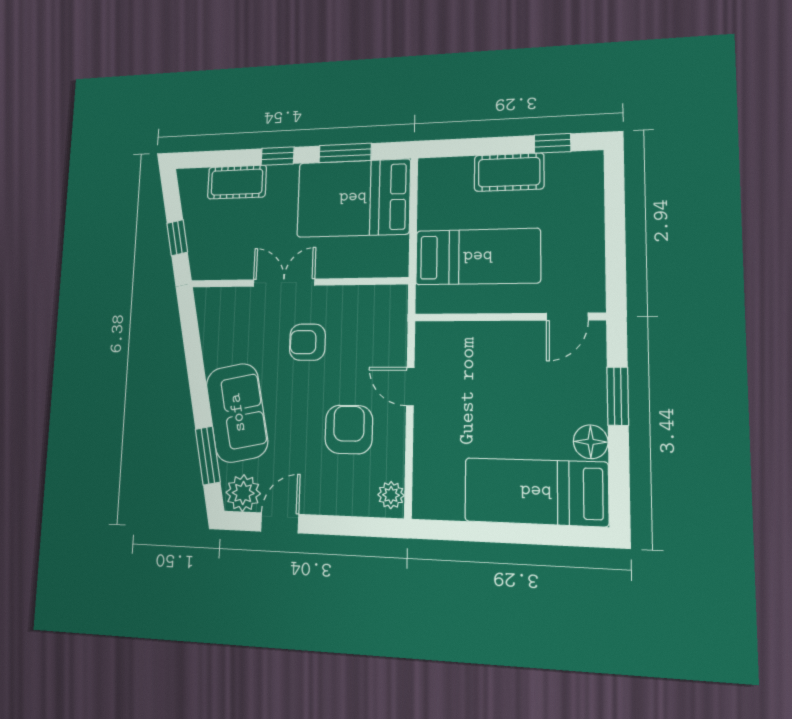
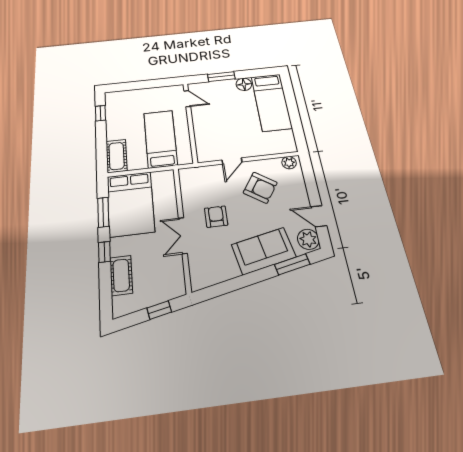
cot: (509, 172) -> (116, 156), moved
armchair: (307, 342) -> (216, 217), turned 180
armchair: (349, 429) -> (260, 188), turned -146

